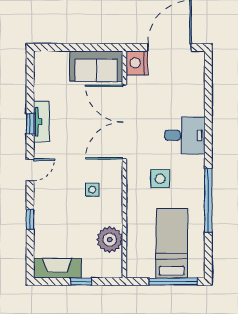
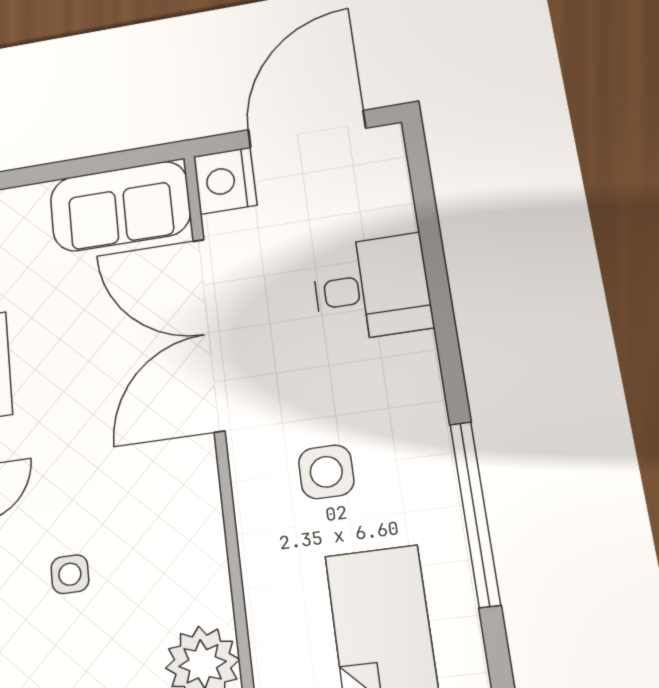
desk: (185, 135) -> (372, 288), moved
side table: (92, 190) -> (70, 574), moved

